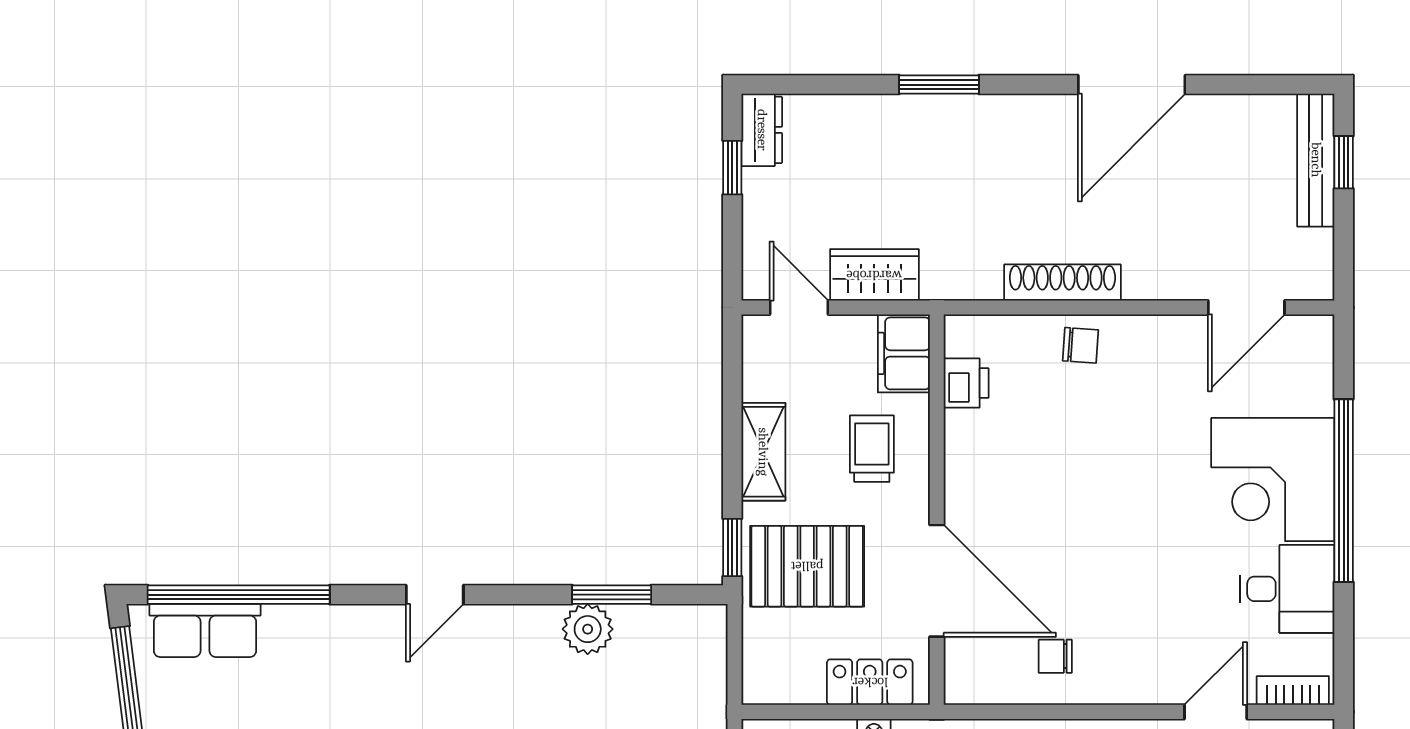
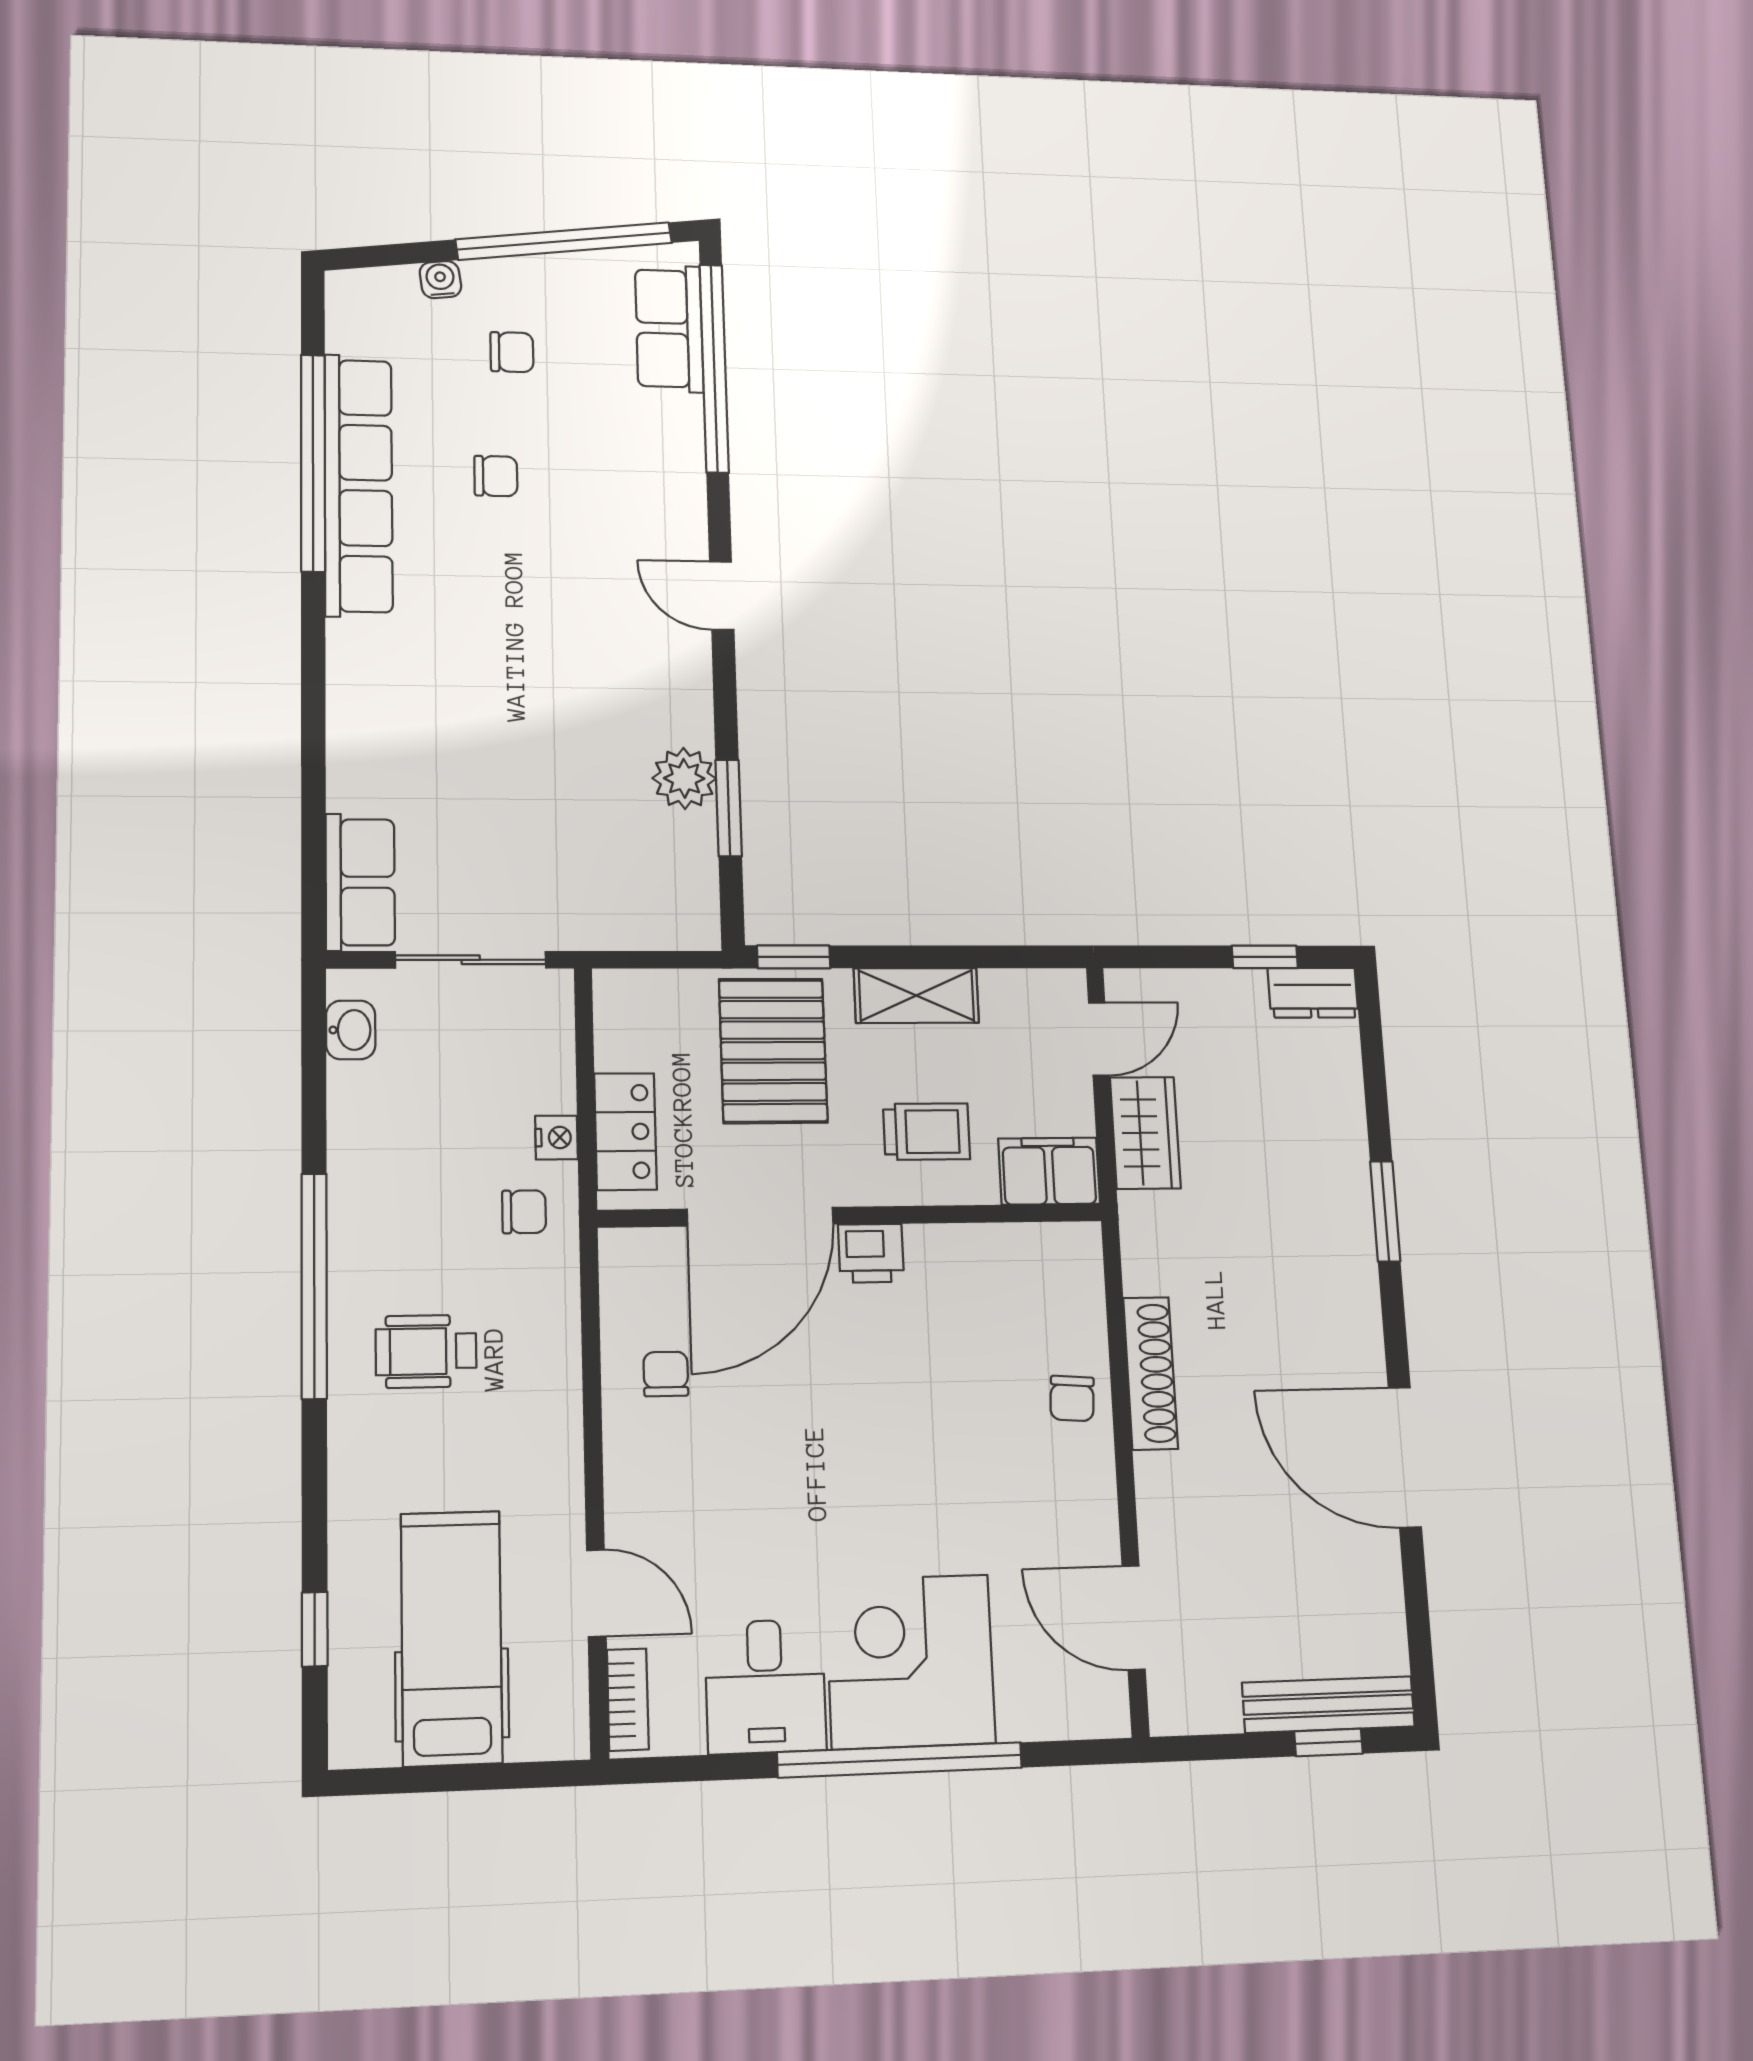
printer: (966, 383) -> (871, 1253), moved

